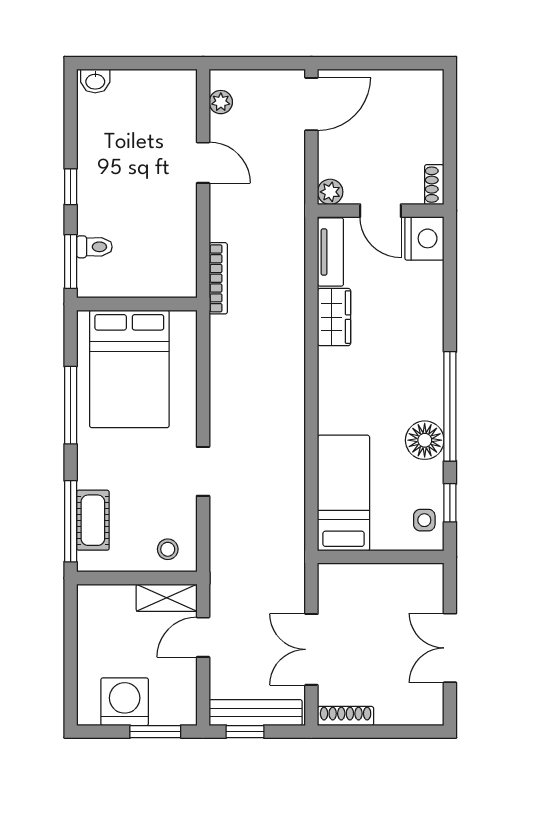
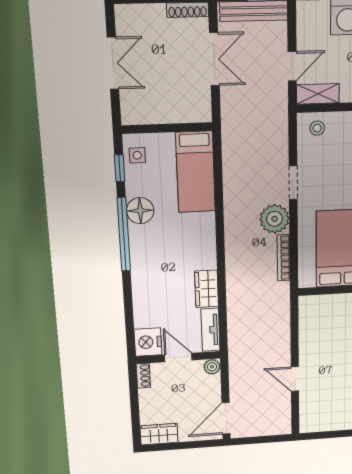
wardrobe: (416, 85) -> (159, 434), added
plant: (221, 102) -> (275, 219), moved, width x1.88, depth x1.88
bookcase: (218, 278) -> (284, 258), moved

